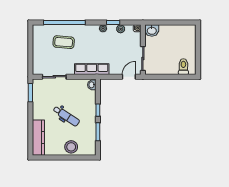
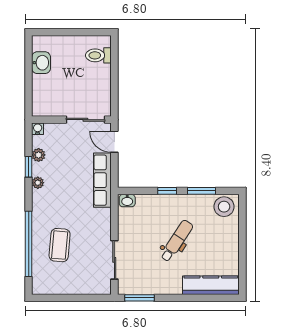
washbasin: (152, 30) -> (41, 63), moved
row of seats: (92, 69) -> (102, 180), moved
stool: (71, 147) -> (224, 207), moved

